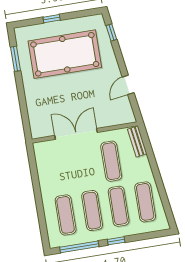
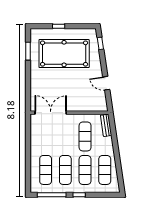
door: (128, 85) -> (106, 83), hinge flipped
double door: (76, 134) -> (51, 113), moved

